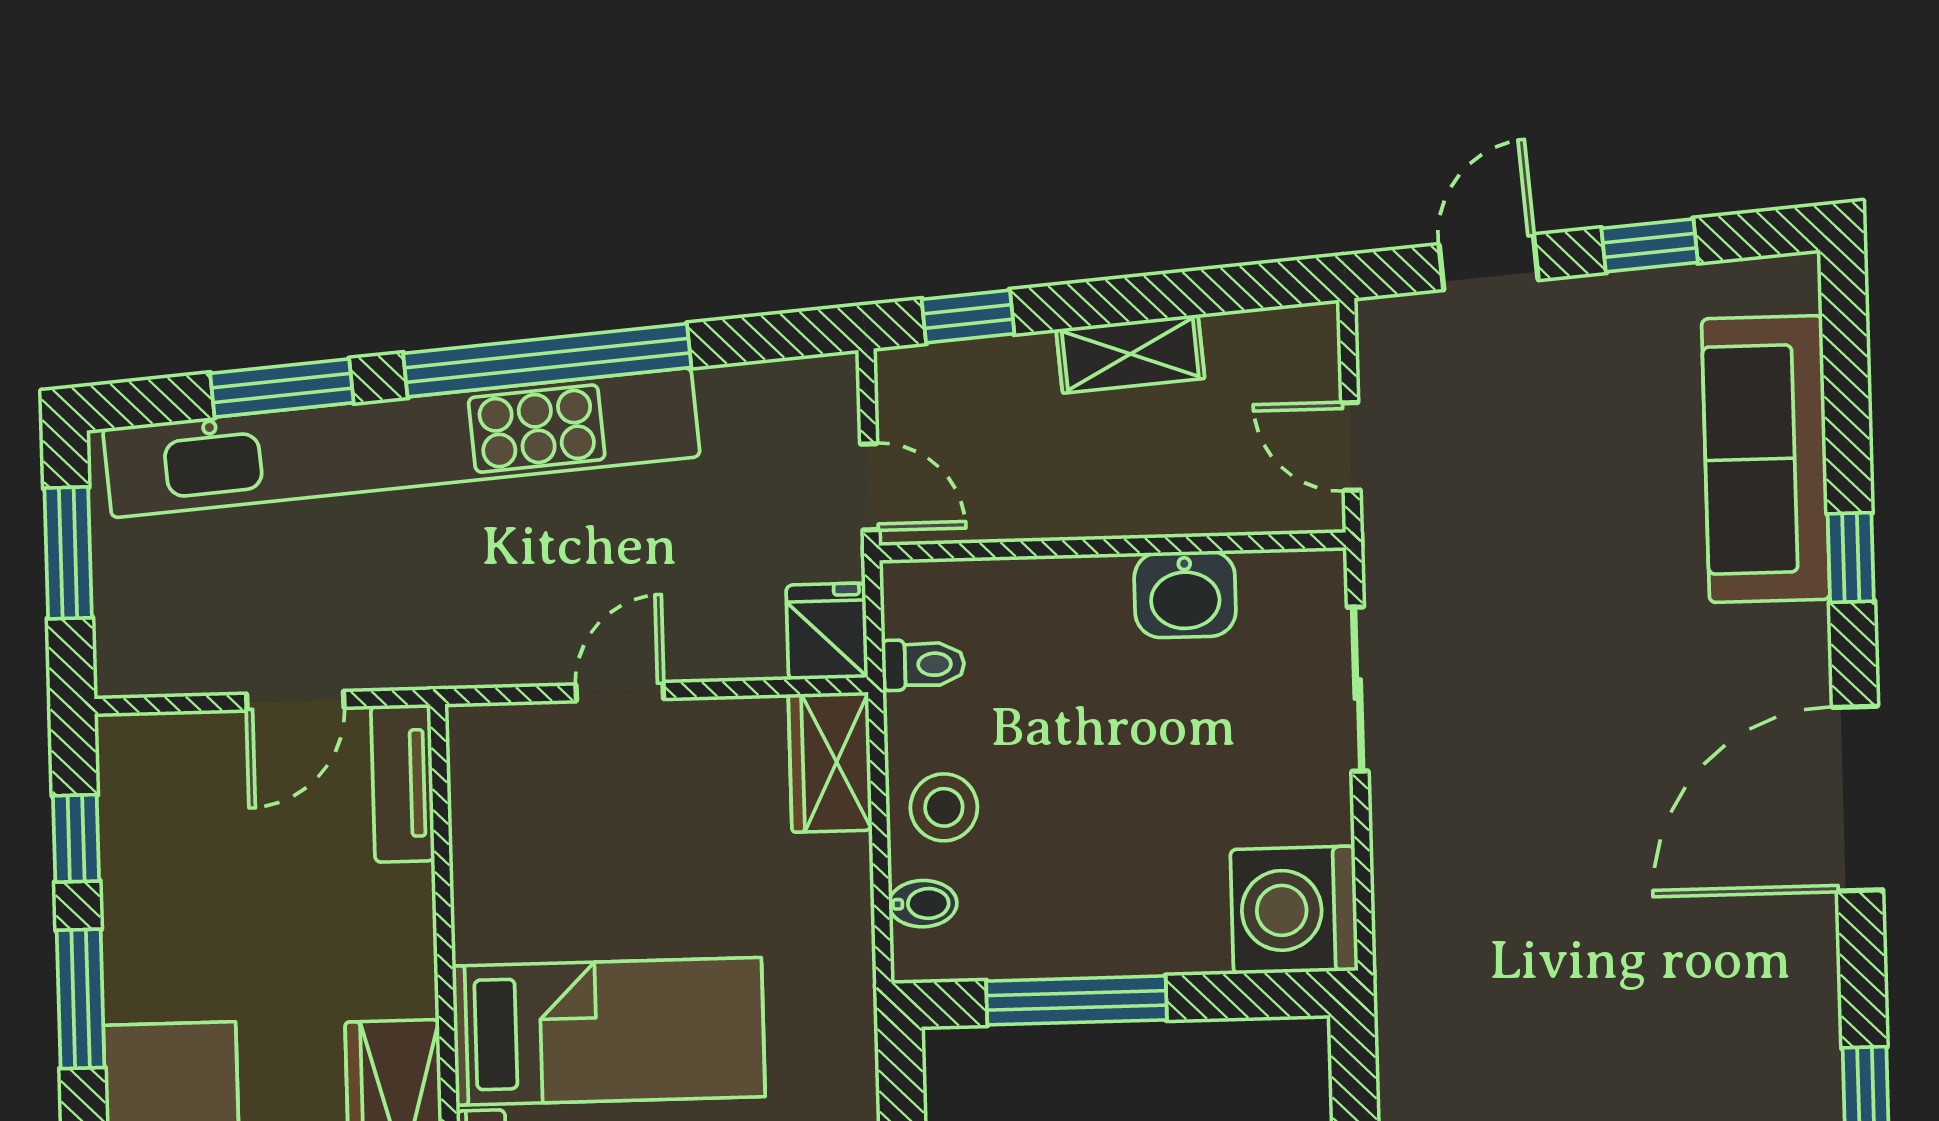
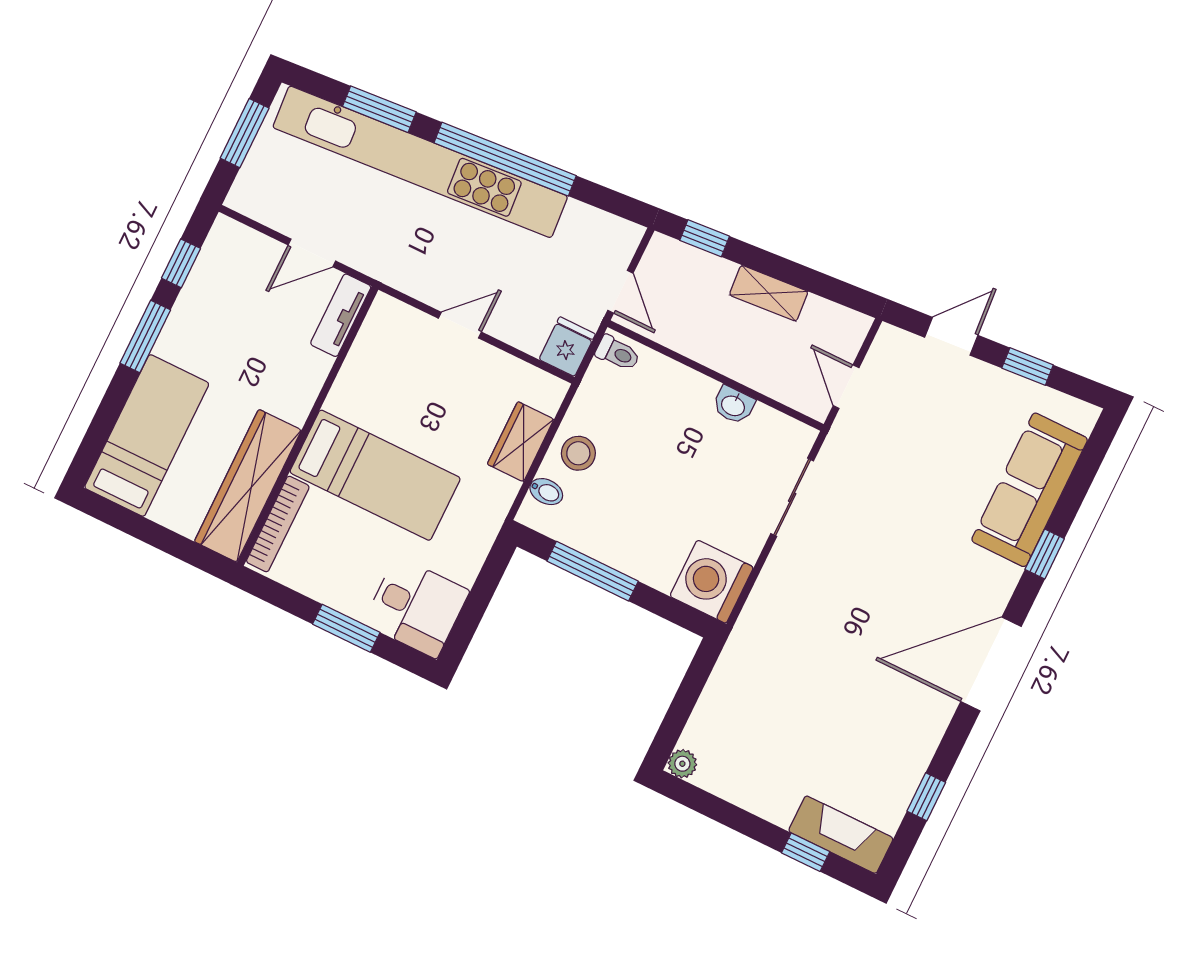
washbasin: (1185, 594) -> (733, 405), width x0.72, depth x0.69
toilet: (923, 665) -> (618, 353), moved
wardrobe: (830, 762) -> (521, 442), moved

